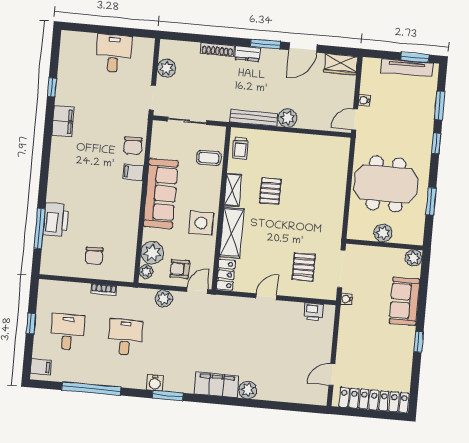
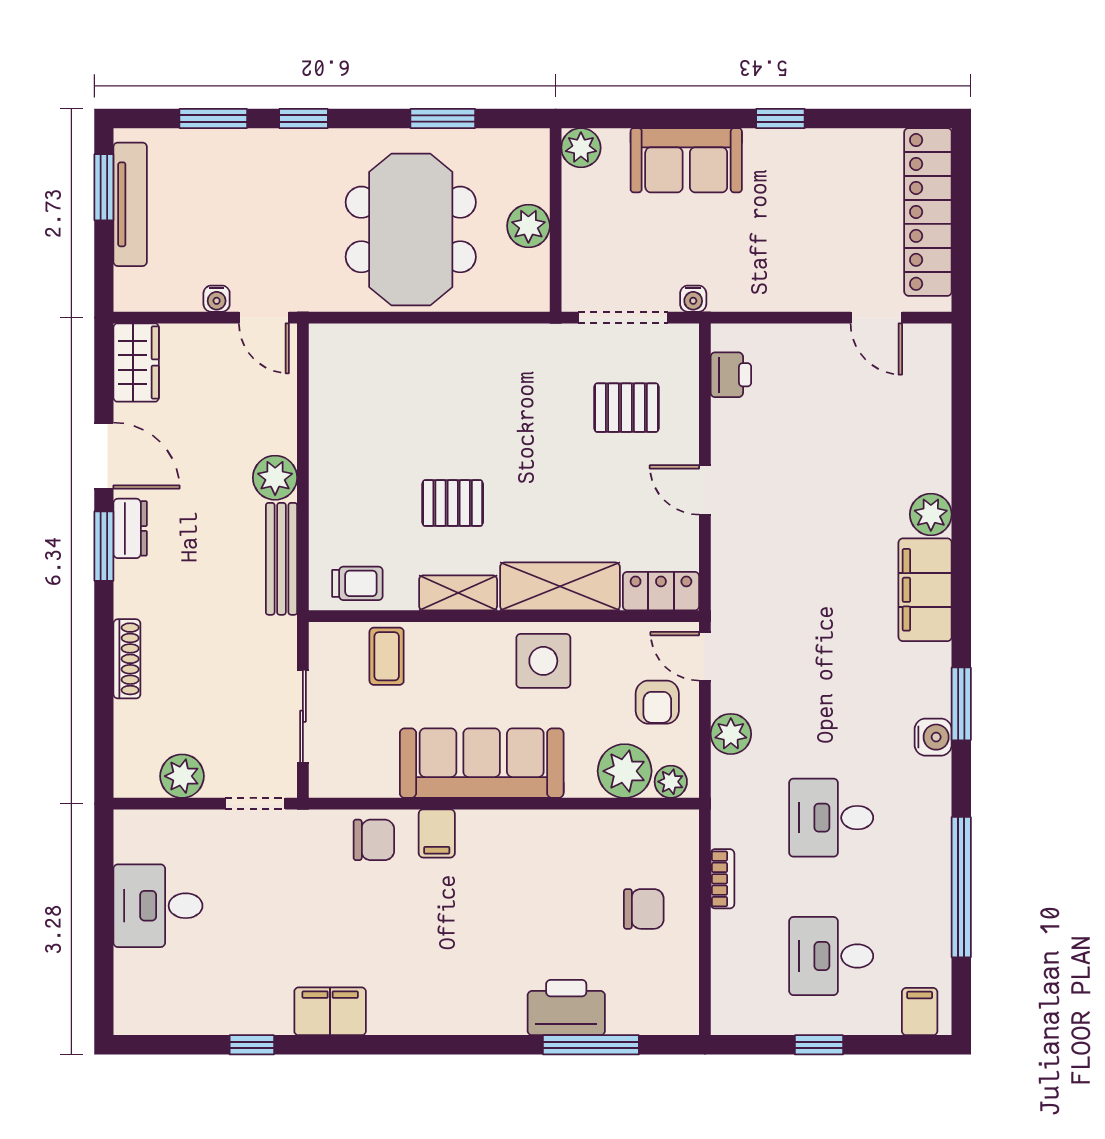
dresser: (248, 54) -> (130, 528), moved

